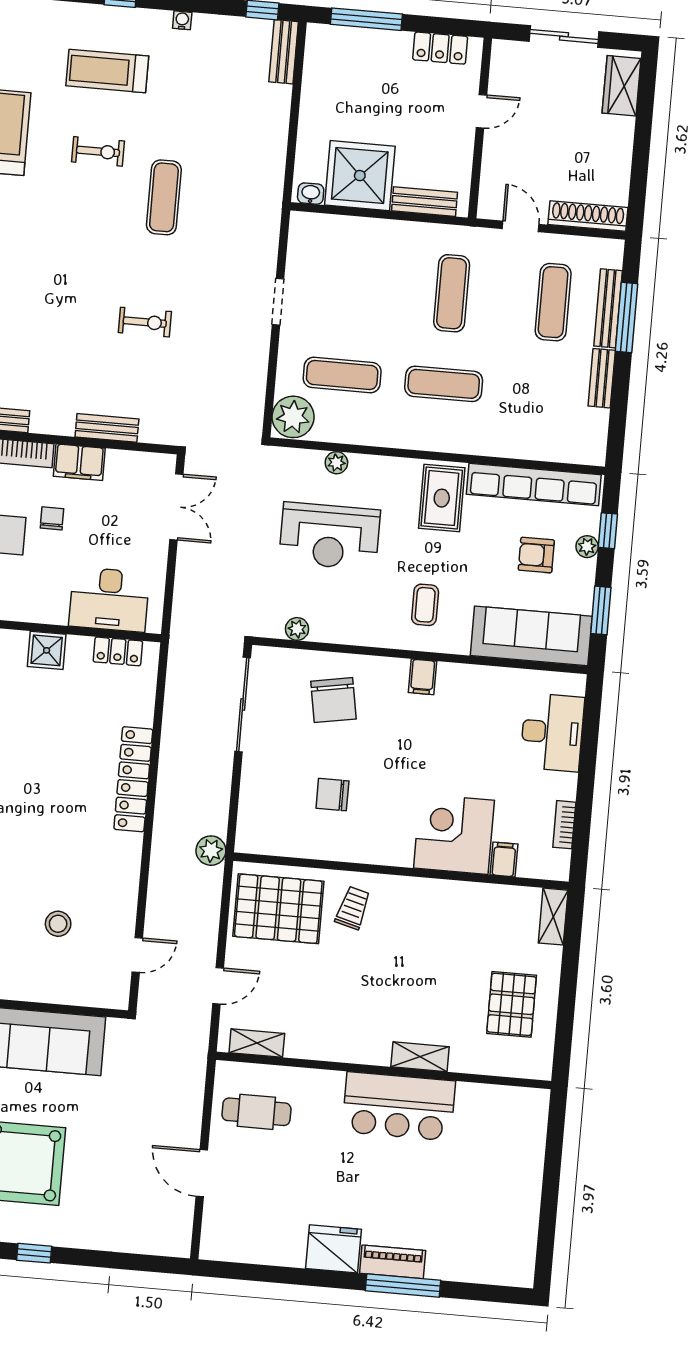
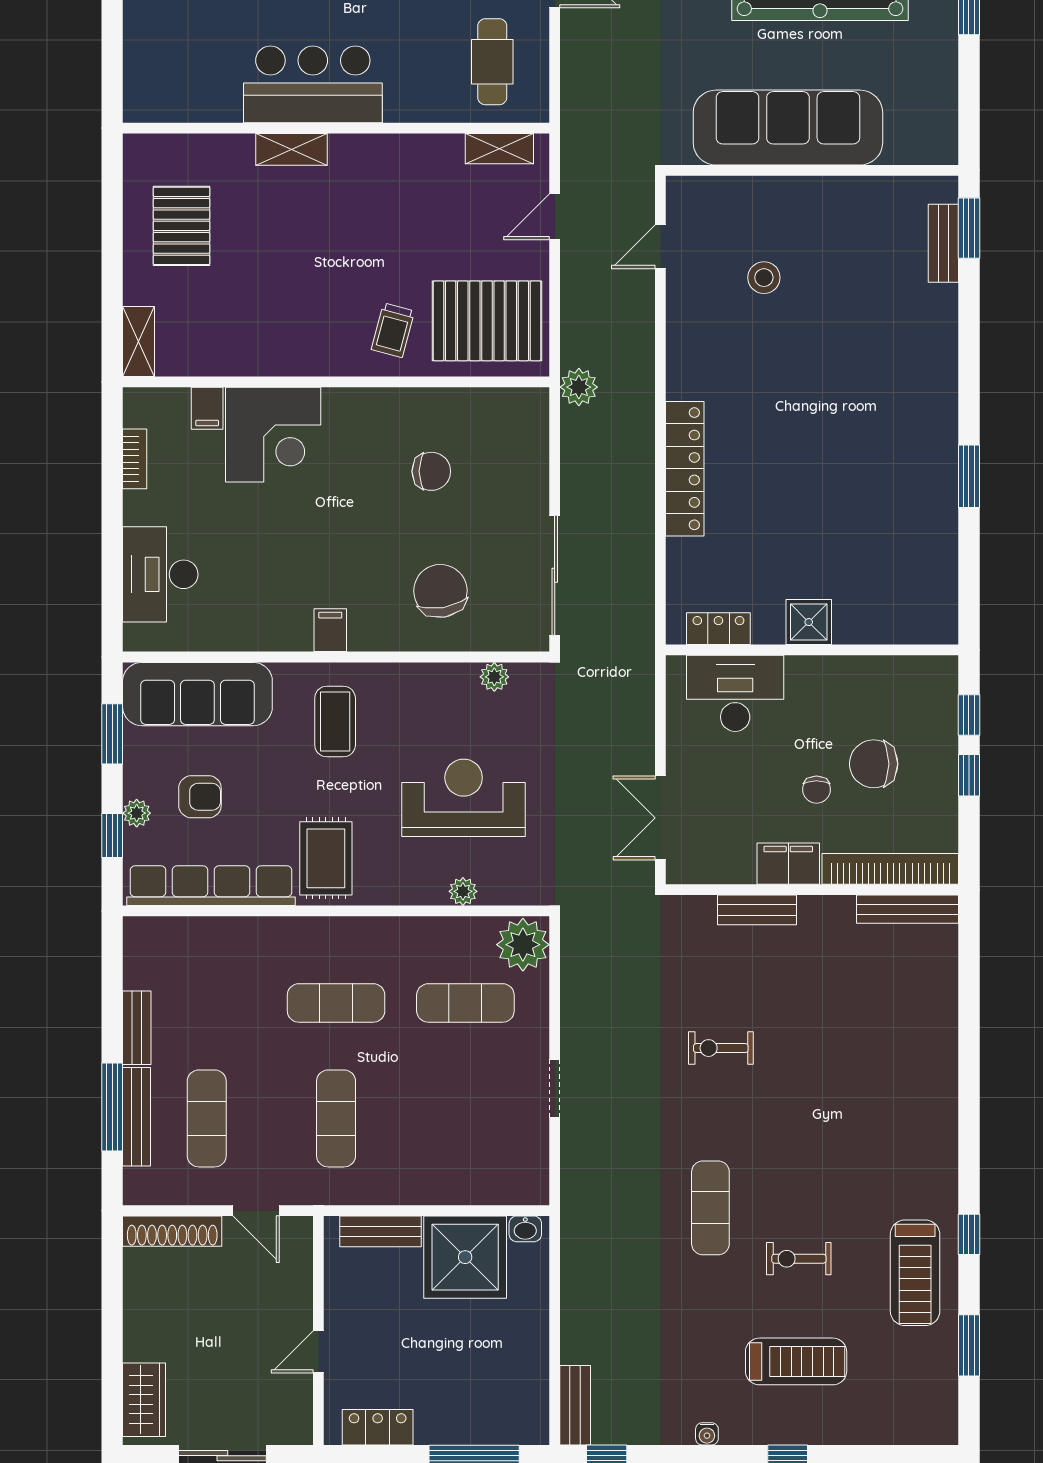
coffee table: (425, 605) -> (335, 722), width x1.36, depth x1.30
cafe table: (256, 1112) -> (492, 62), turned 90

